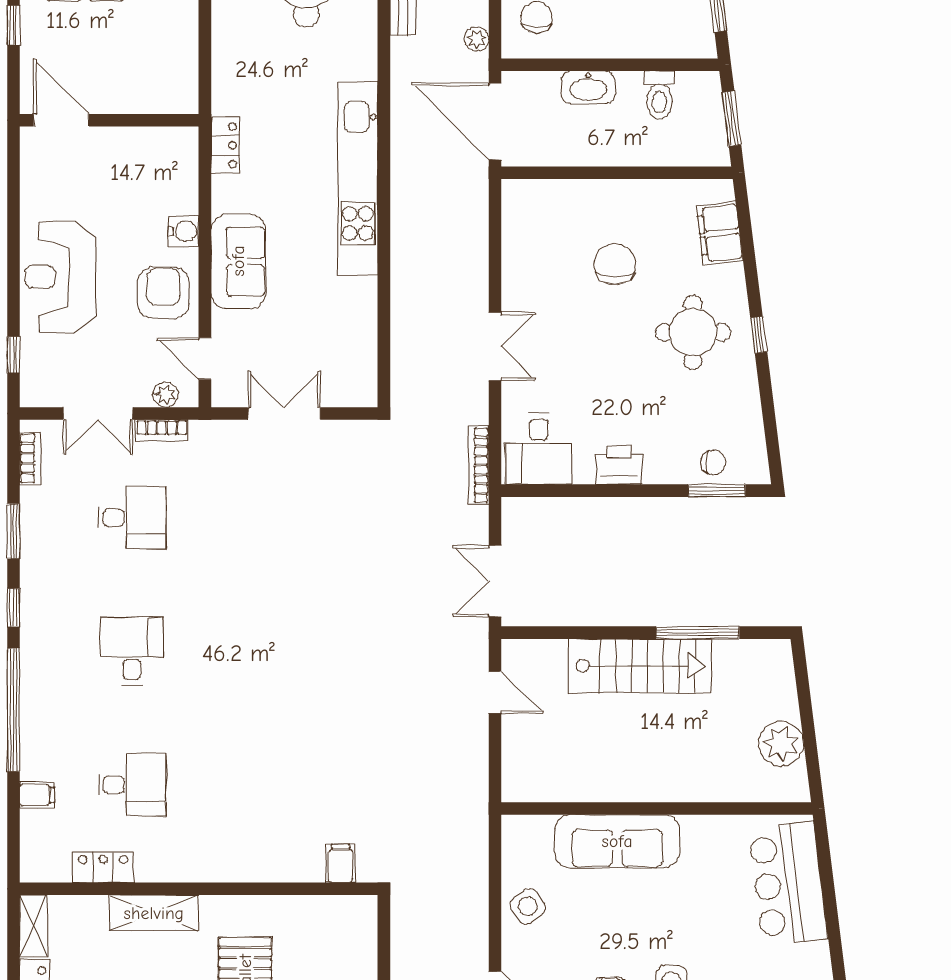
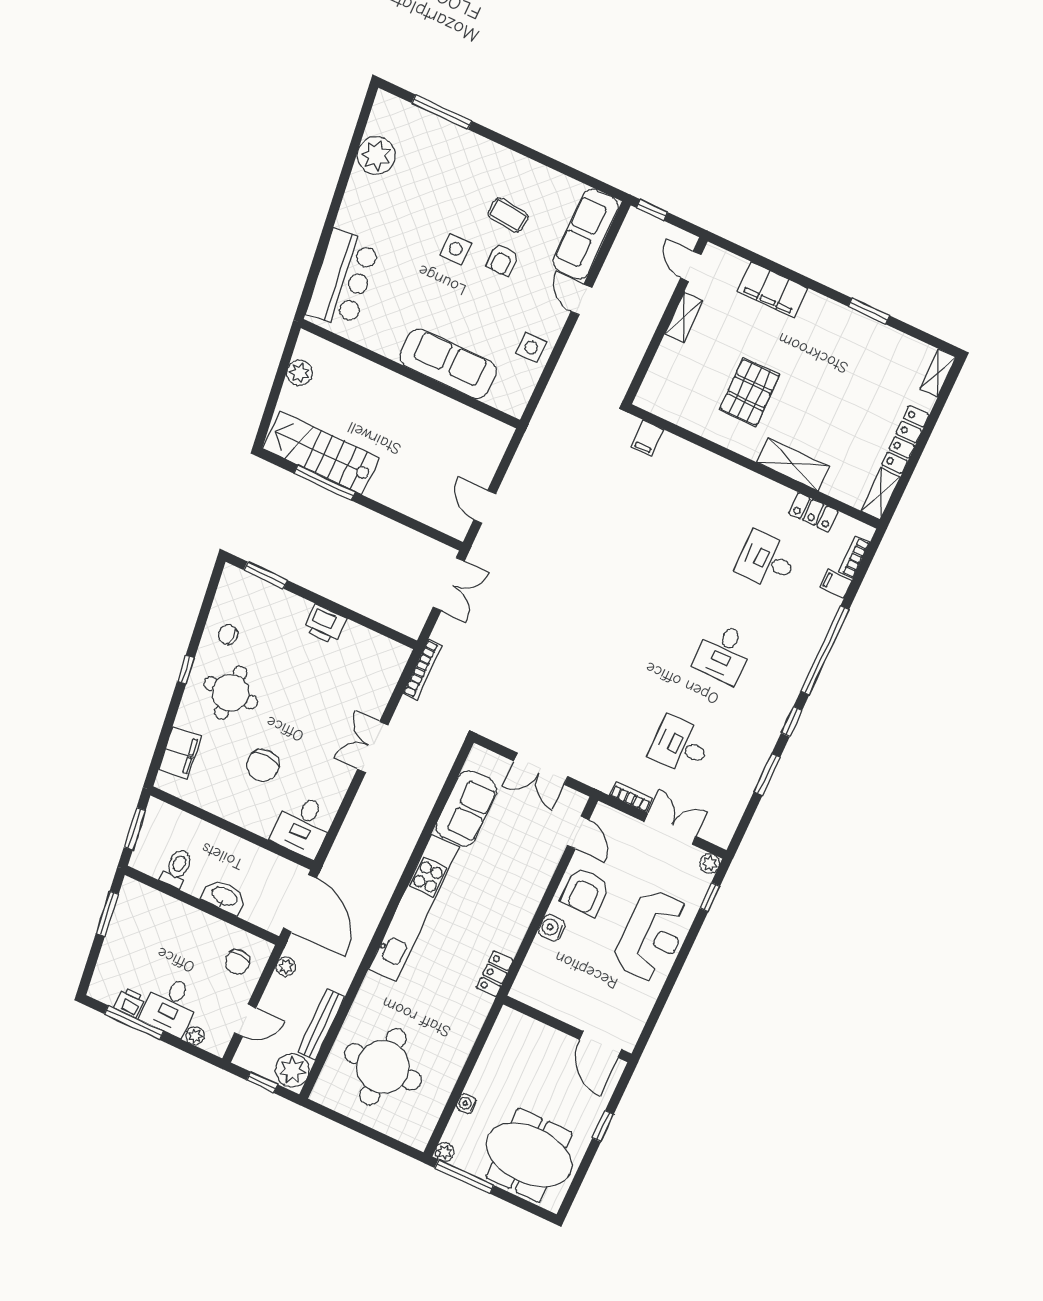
sofa: (238, 261) -> (466, 808), moved, turned 180
plant: (166, 395) -> (710, 863), moved
desk: (539, 449) -> (303, 826), moved, turned 180
bookcase: (30, 458) -> (854, 557), moved
chair: (713, 462) -> (228, 635), moved
stairs: (640, 666) -> (321, 453), moved
plant: (781, 744) -> (300, 373), width x0.73, depth x0.73
side table: (528, 906) -> (531, 348), turned 36

